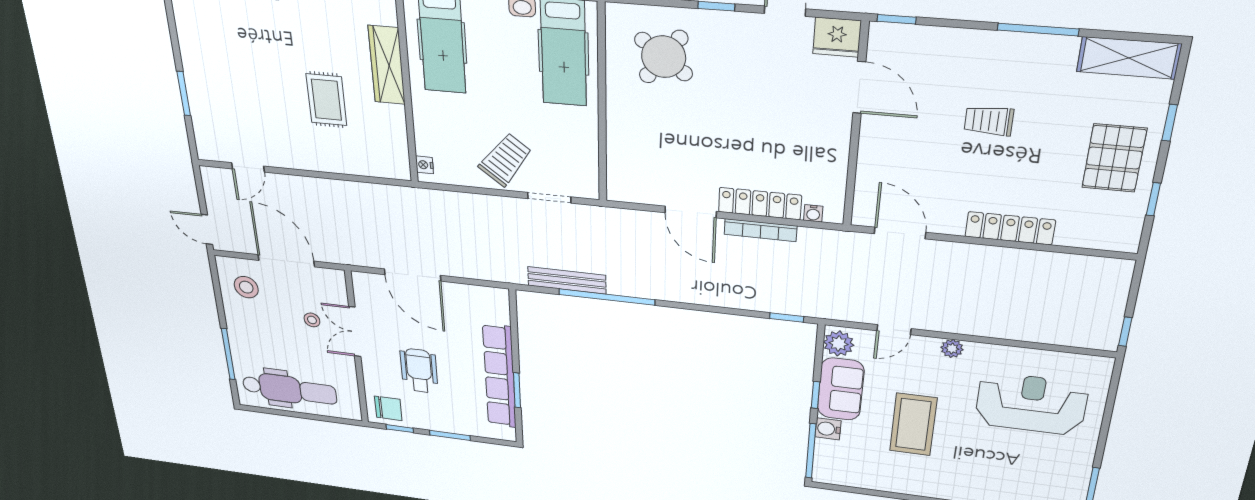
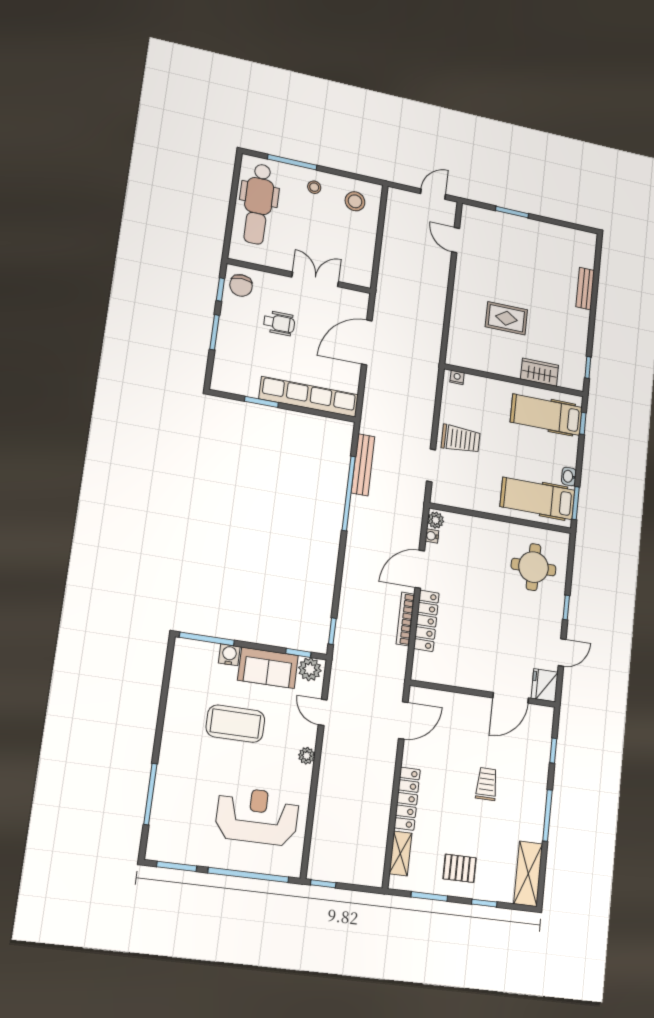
window: (897, 19) -> (553, 751), moved
round table: (664, 57) -> (533, 567), turned -37
wardrobe: (387, 65) -> (539, 372), width x0.67
pallet: (1114, 158) -> (460, 868), width x0.67, depth x0.71
trolley: (505, 160) -> (461, 439), turned -37
plant: (621, 192) -> (436, 520), added
window: (1153, 199) -> (429, 897), width x1.50
water cooler: (813, 213) -> (432, 536), moved
door: (207, 229) -> (433, 194), moved
shelving: (1088, 237) -> (400, 853), added
door: (286, 261) -> (379, 243), removed
stool: (312, 320) -> (314, 187), moved
wheelchair: (419, 371) -> (279, 323), width x0.73, depth x0.73
row of seats: (500, 376) -> (309, 397), moved
window: (815, 395) -> (298, 653), moved
reception desk: (1031, 404) -> (257, 816), turned -90
window: (1108, 414) -> (248, 875), added

